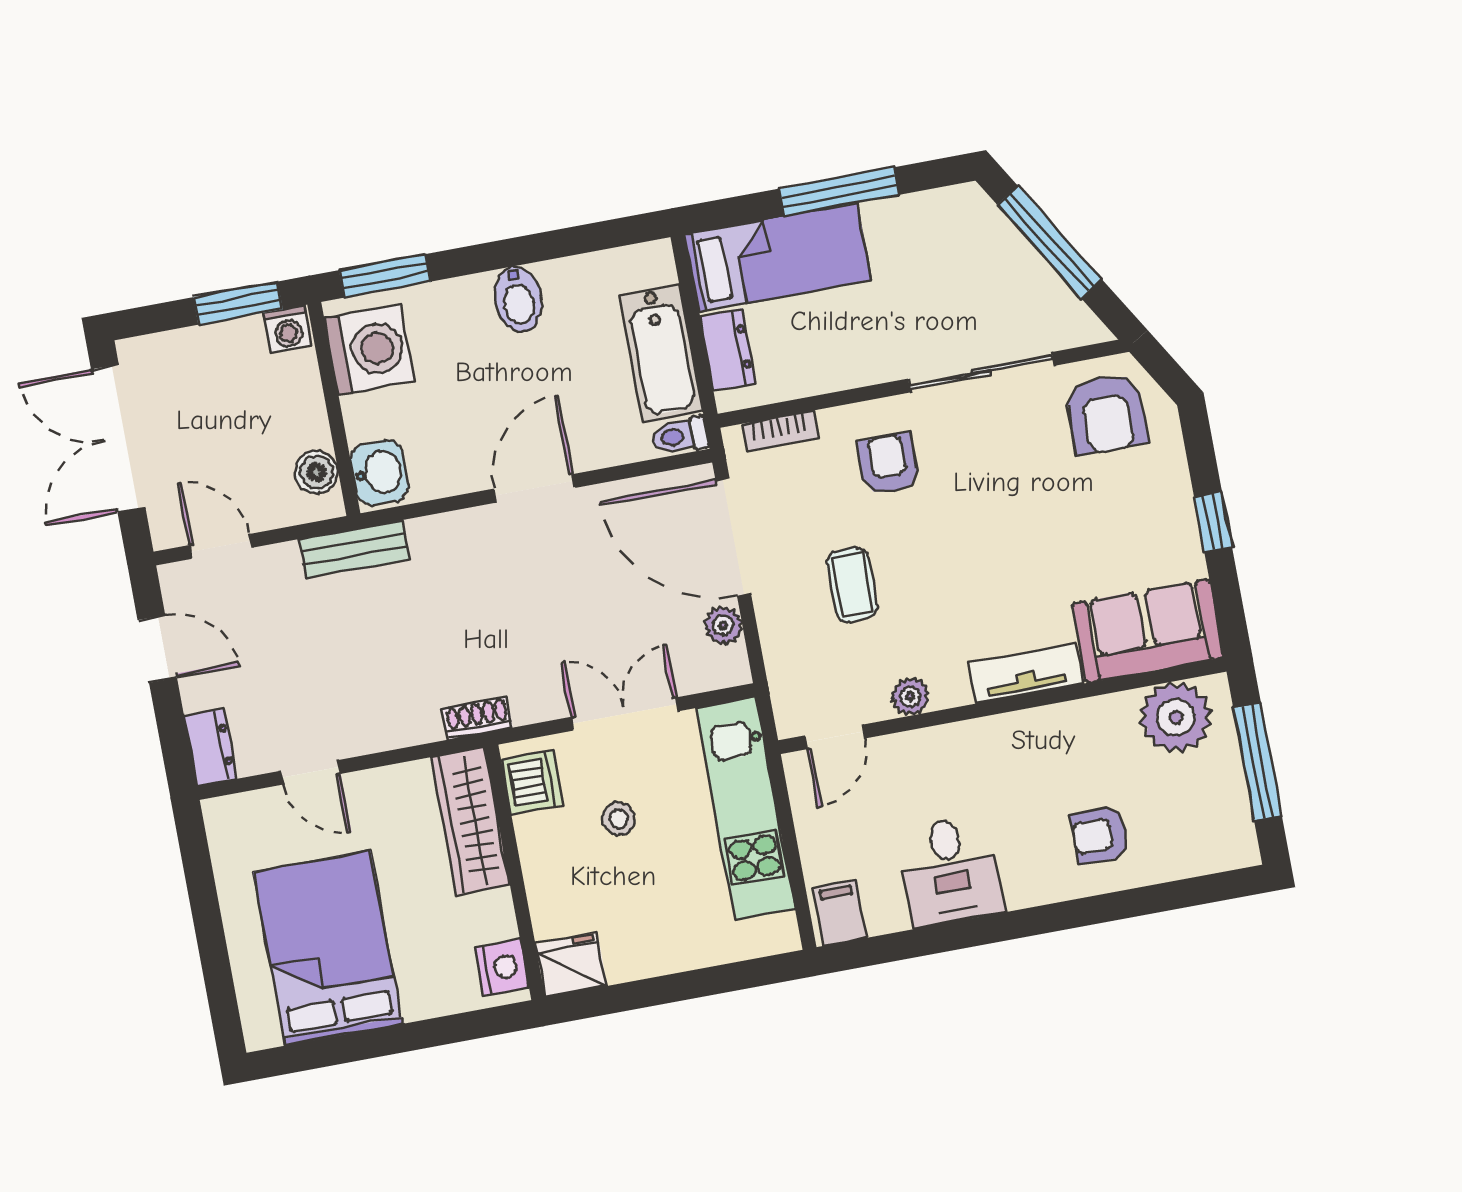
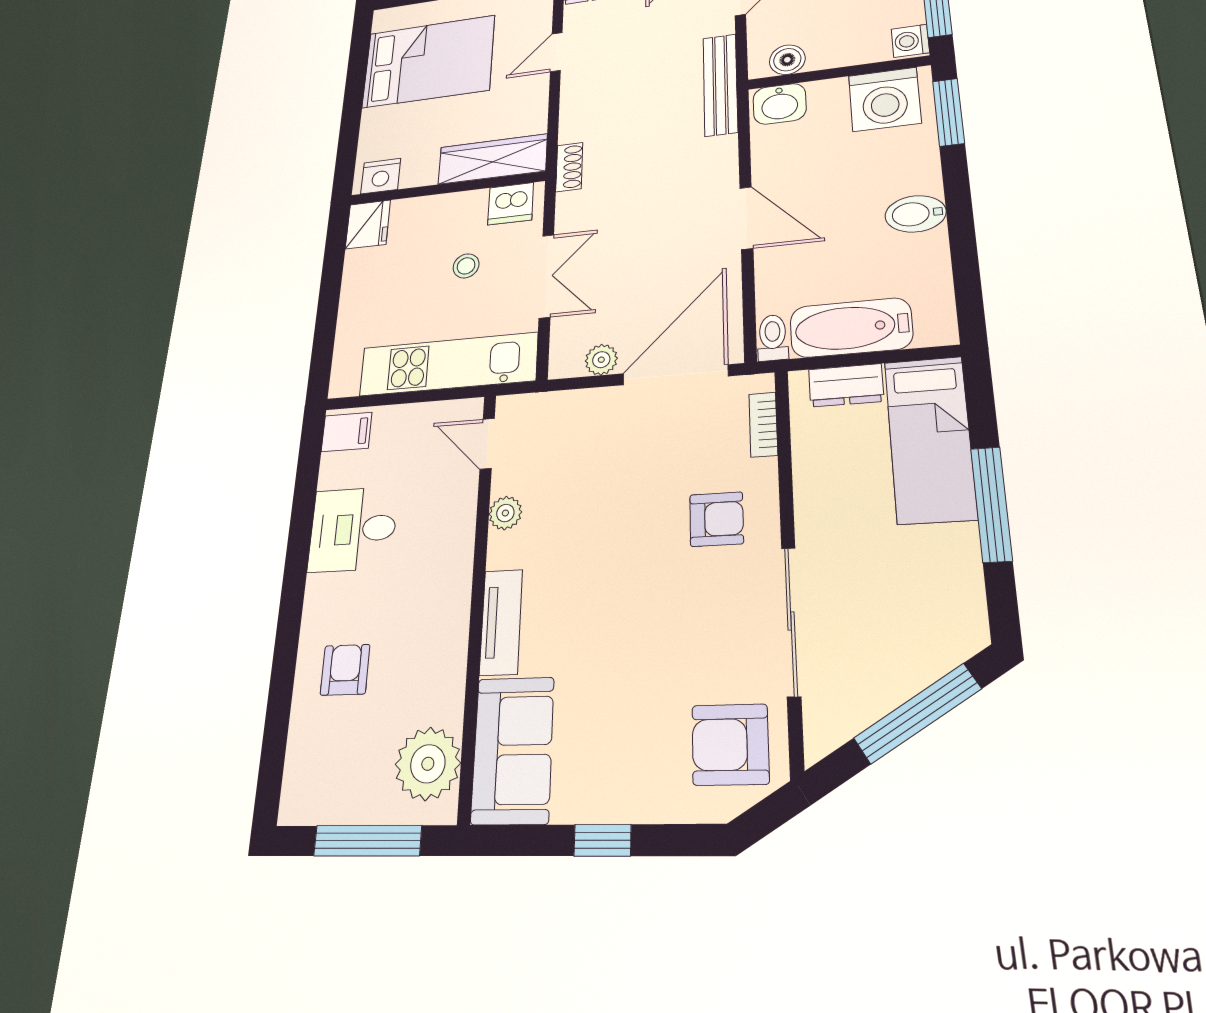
bench: (354, 549) -> (720, 85), width x1.36
coffee table: (852, 585) -> (613, 473), removed

